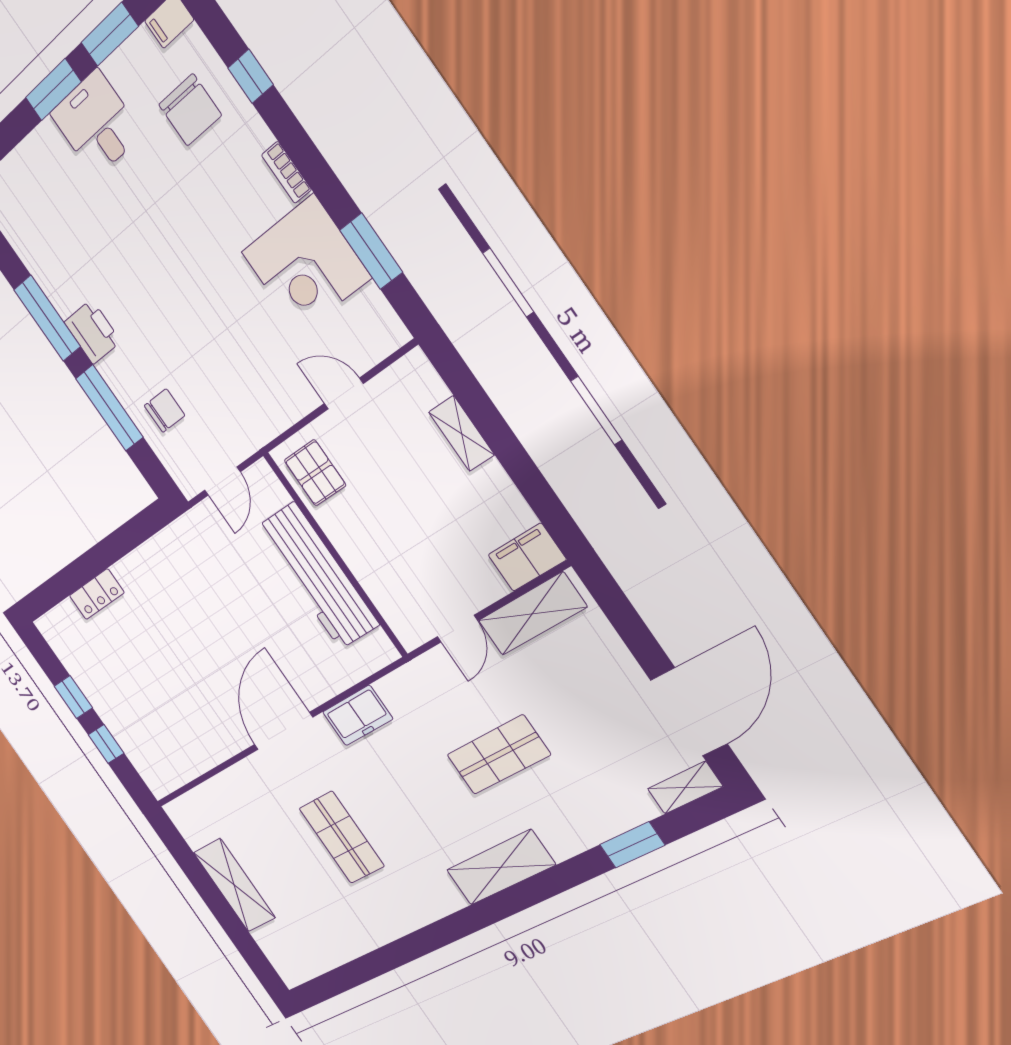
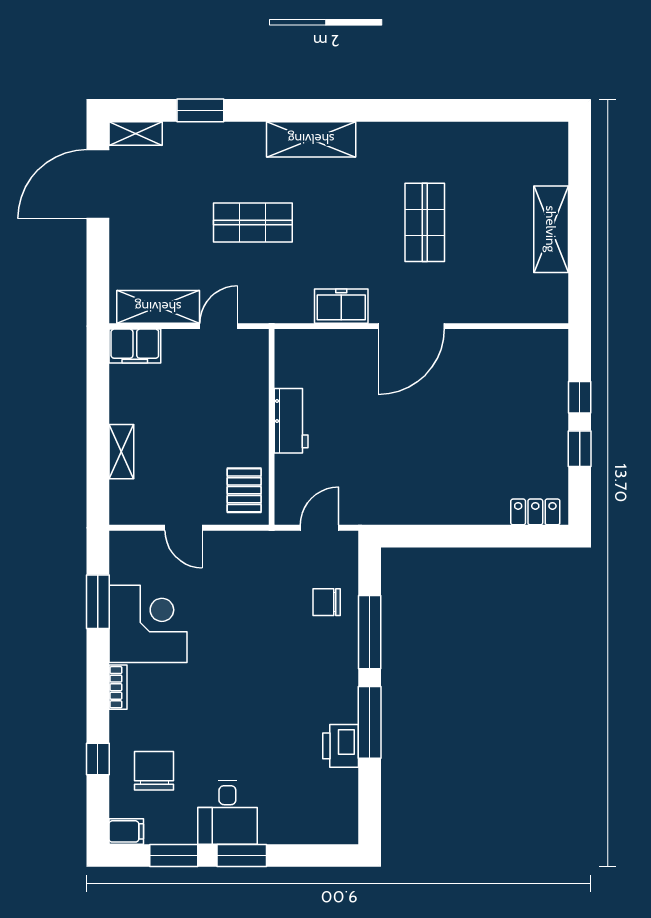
printer: (92, 332) -> (341, 746), moved
workbench: (317, 576) -> (291, 421), width x0.53, depth x0.76
locker: (97, 594) -> (535, 512), moved

